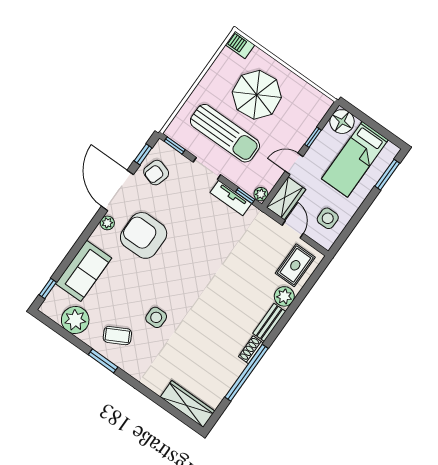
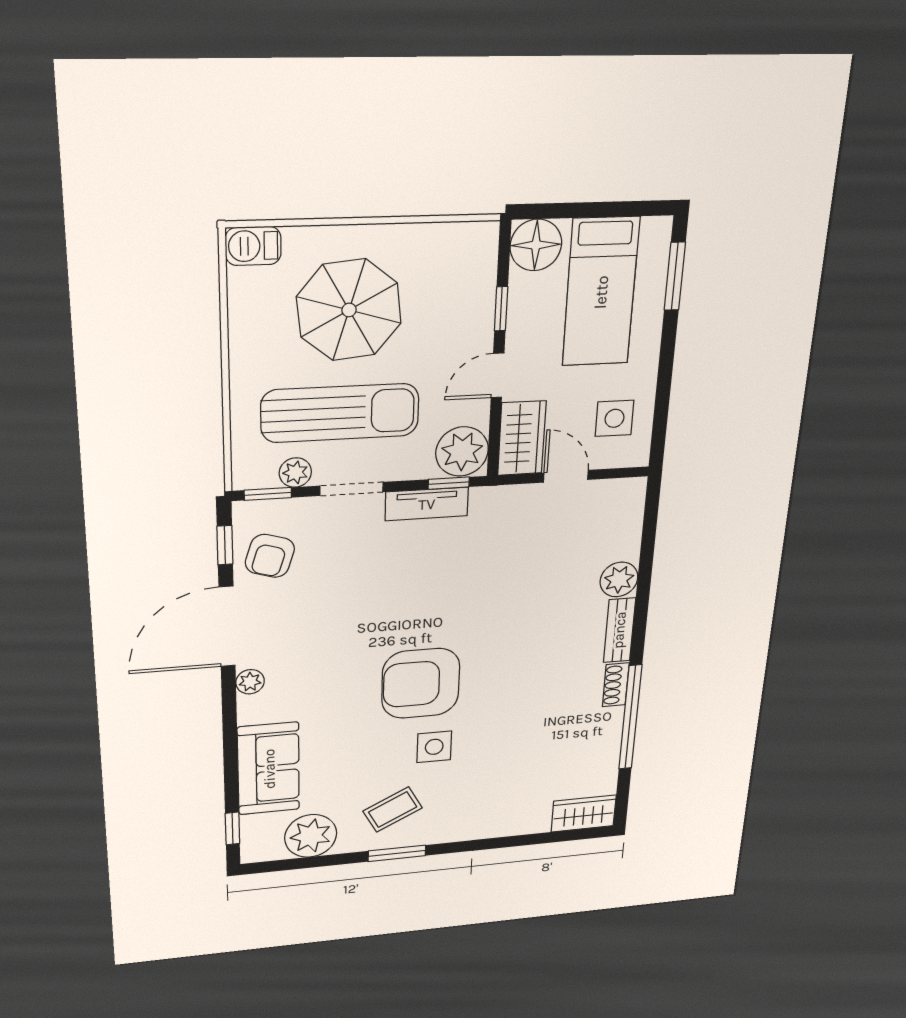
plant: (191, 145) -> (295, 473), added
door: (117, 190) -> (227, 627), hinge flipped
plant: (261, 194) -> (462, 451), width x1.88, depth x1.88
armchair: (144, 235) -> (421, 683), moved
rug: (295, 265) -> (607, 524), removed
wardrobe: (188, 404) -> (584, 813), width x0.67

